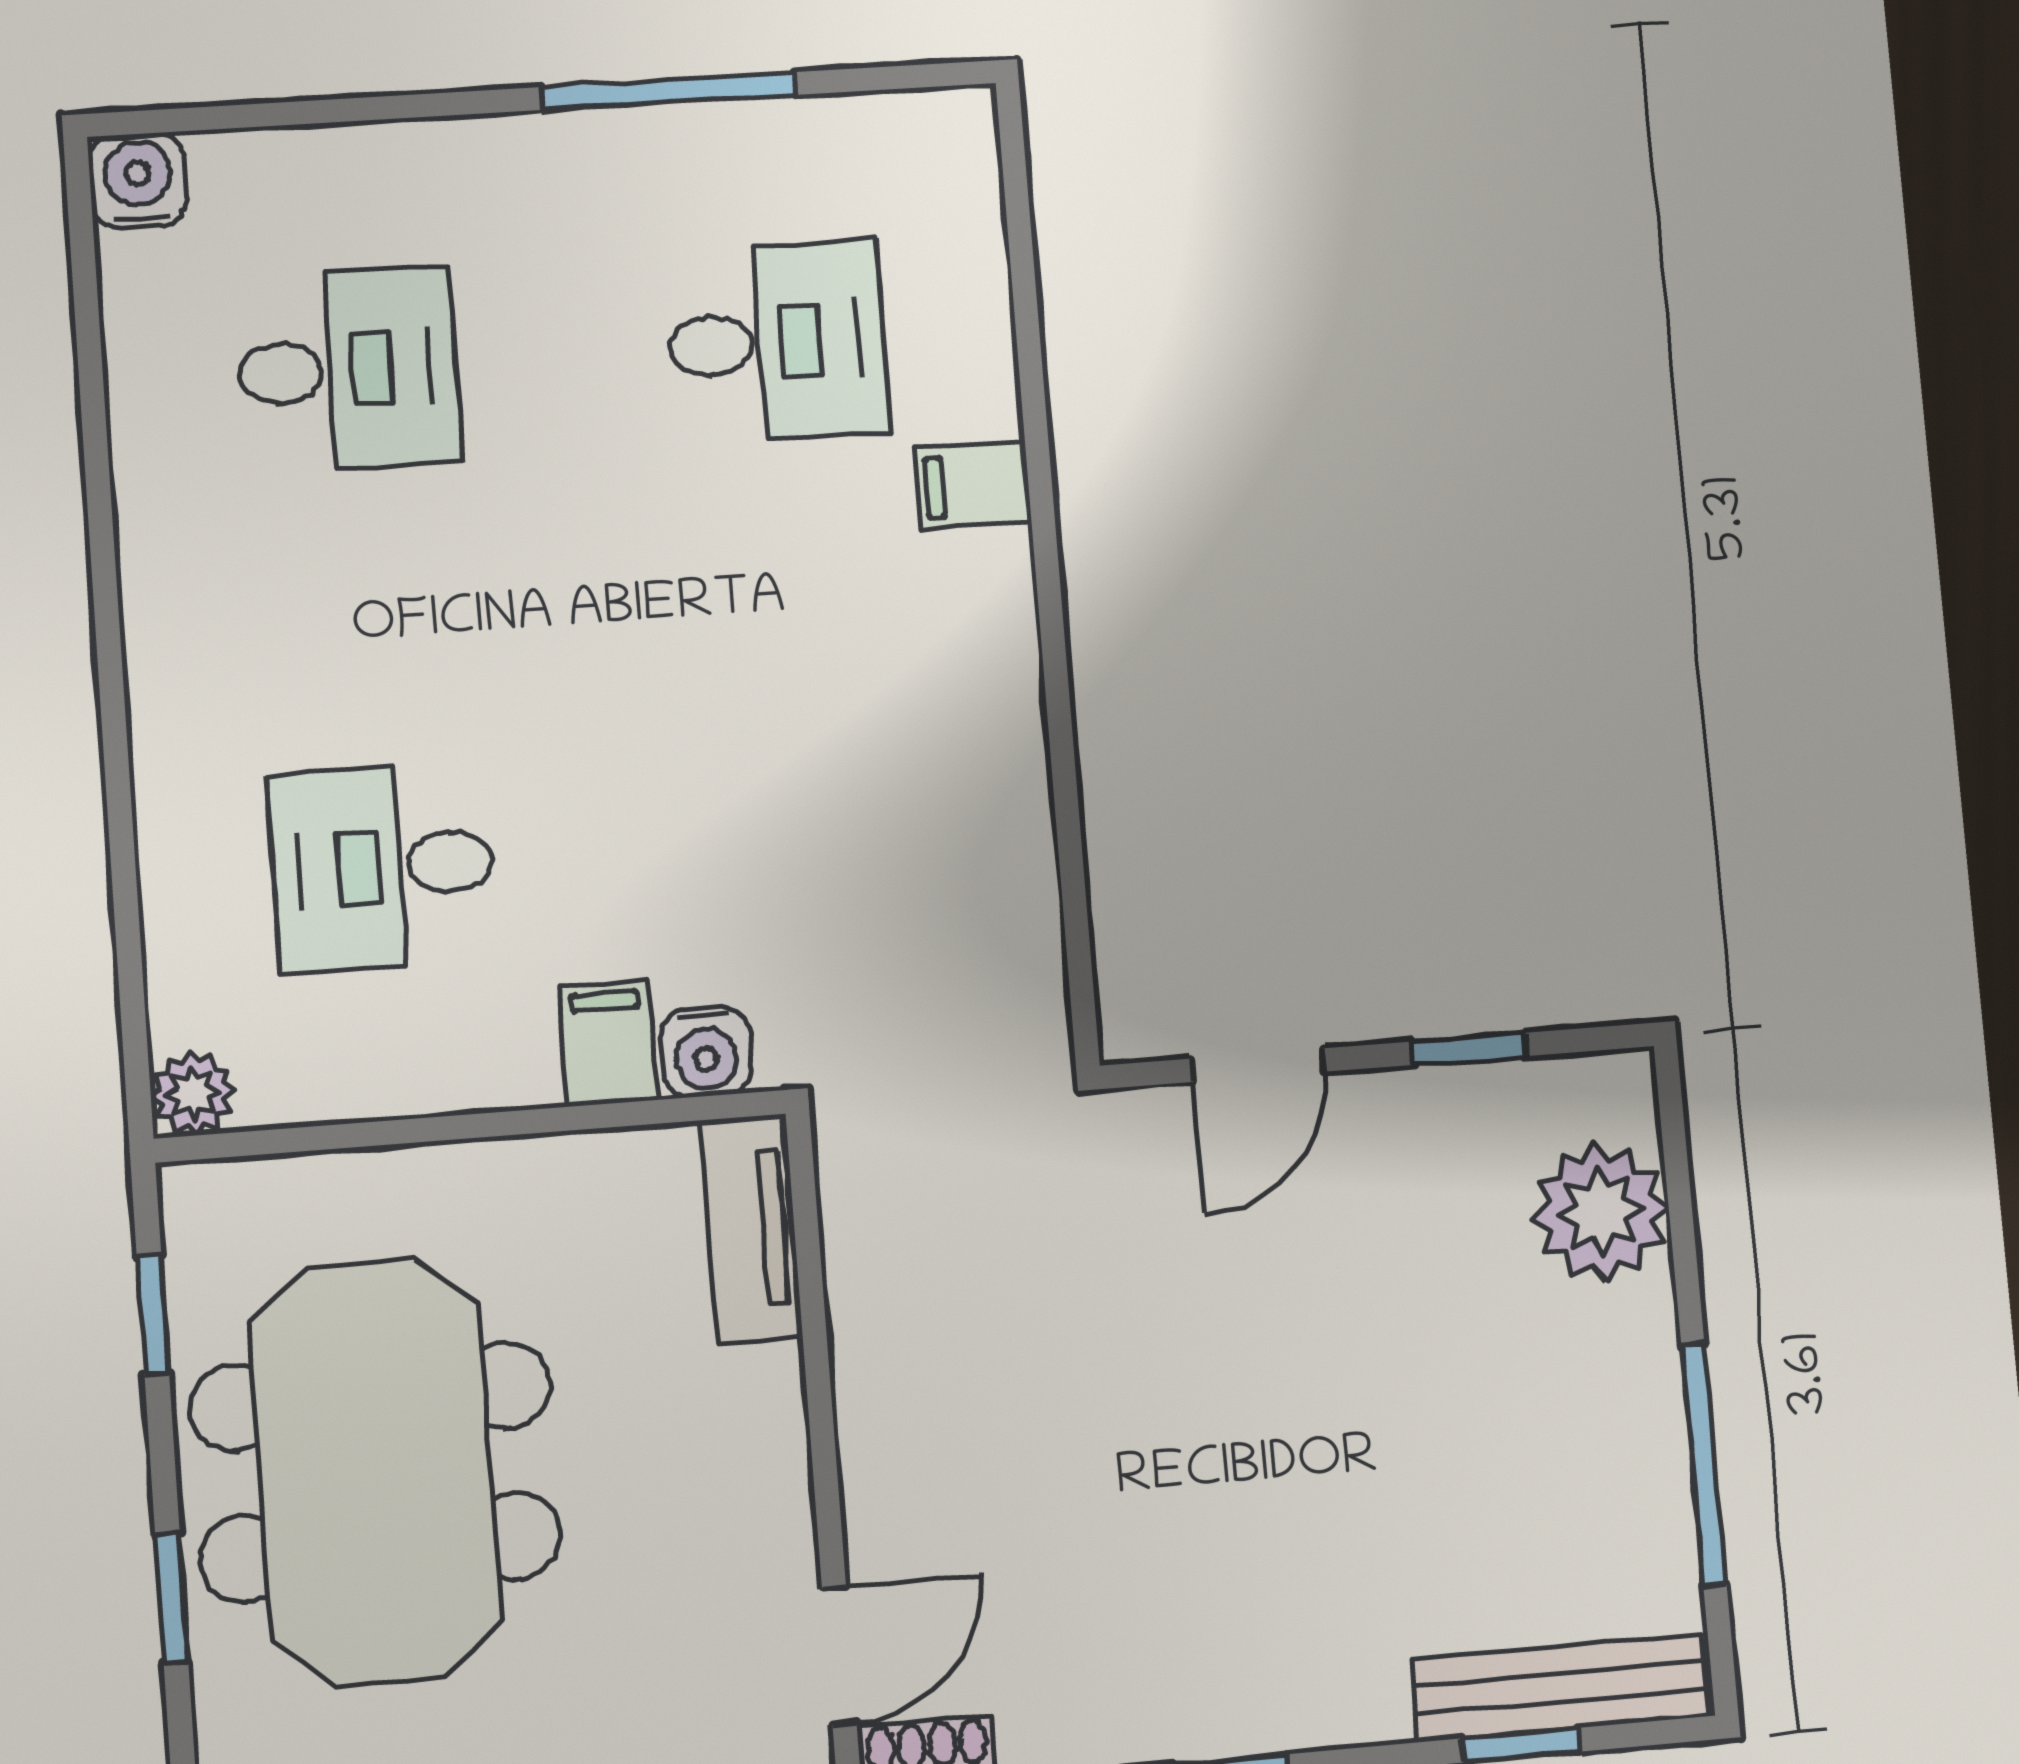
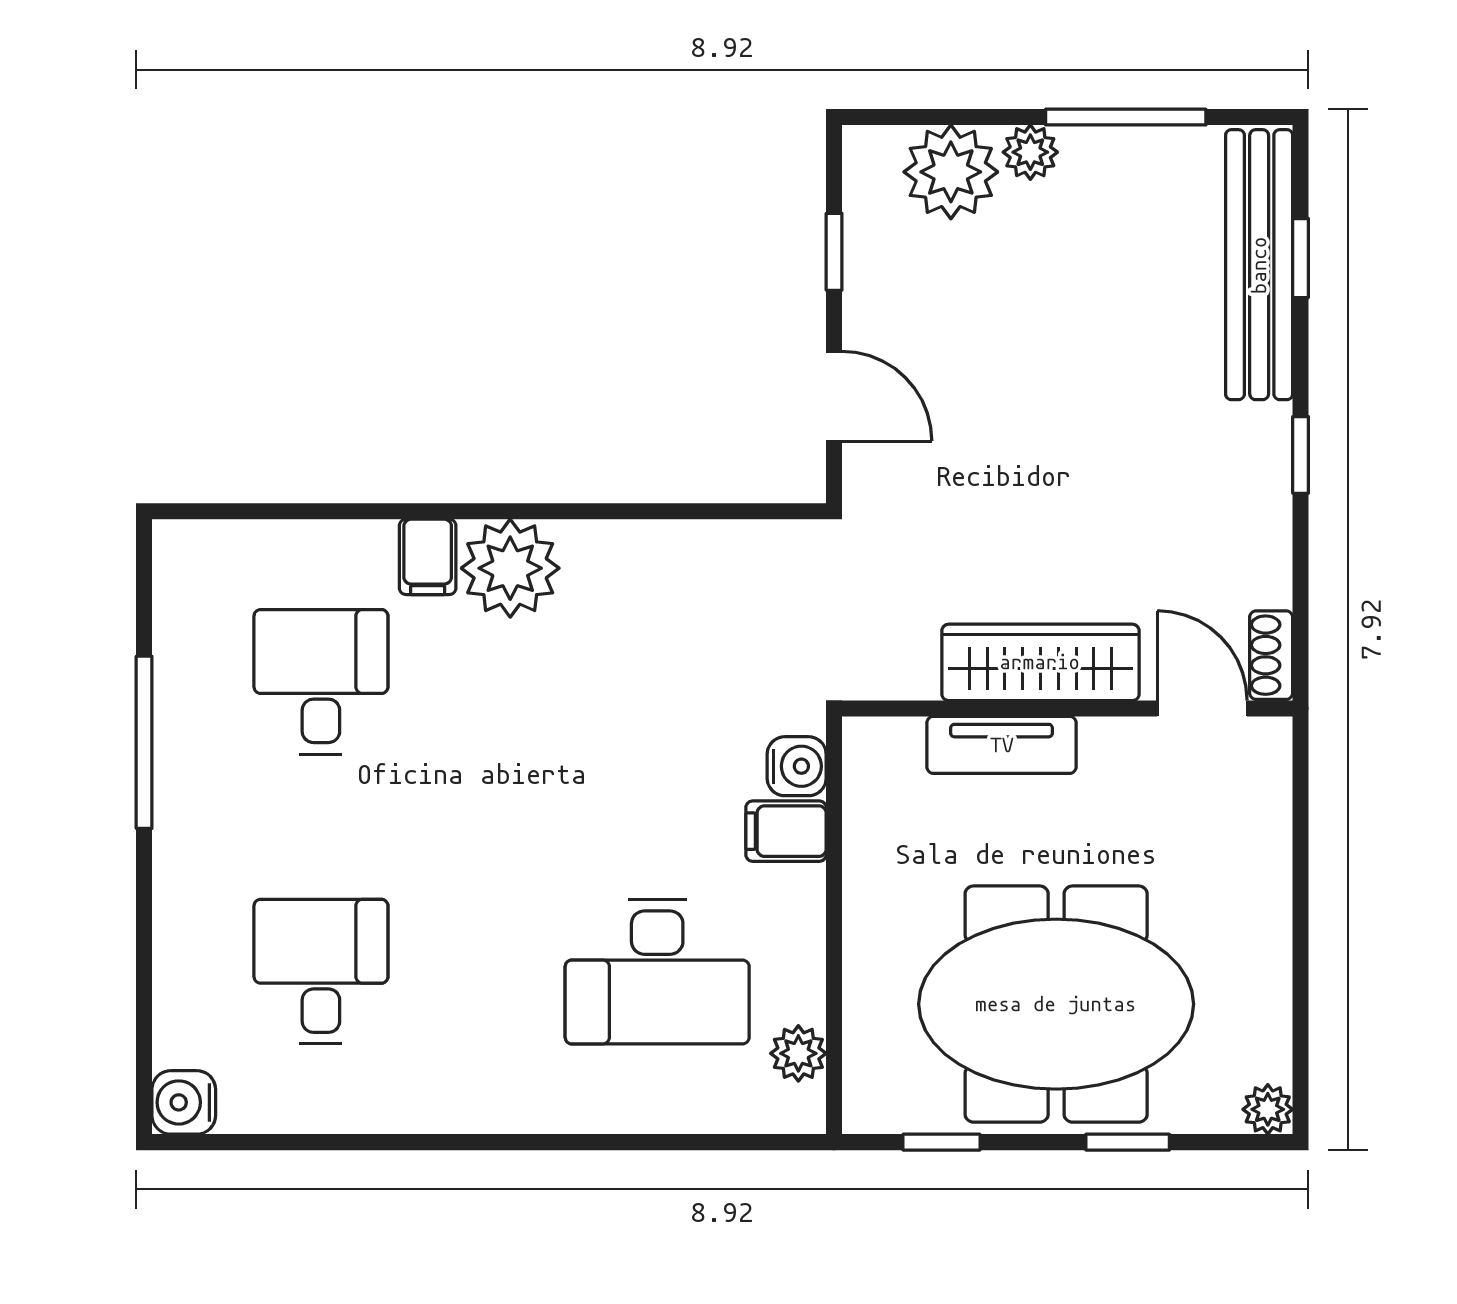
plant: (966, 607) -> (510, 568), added
desk: (383, 867) -> (657, 972), width x1.37
plant: (193, 1094) -> (798, 1053), moved
tv unit: (752, 1229) -> (1002, 745), moved
plant: (1640, 1327) -> (1030, 152), added
wardrobe: (889, 1405) -> (1040, 662), added
bench: (1560, 1688) -> (1259, 265), width x1.37, depth x1.21

